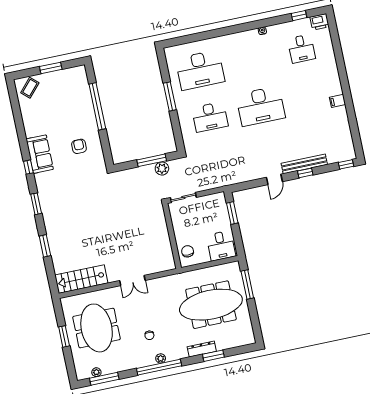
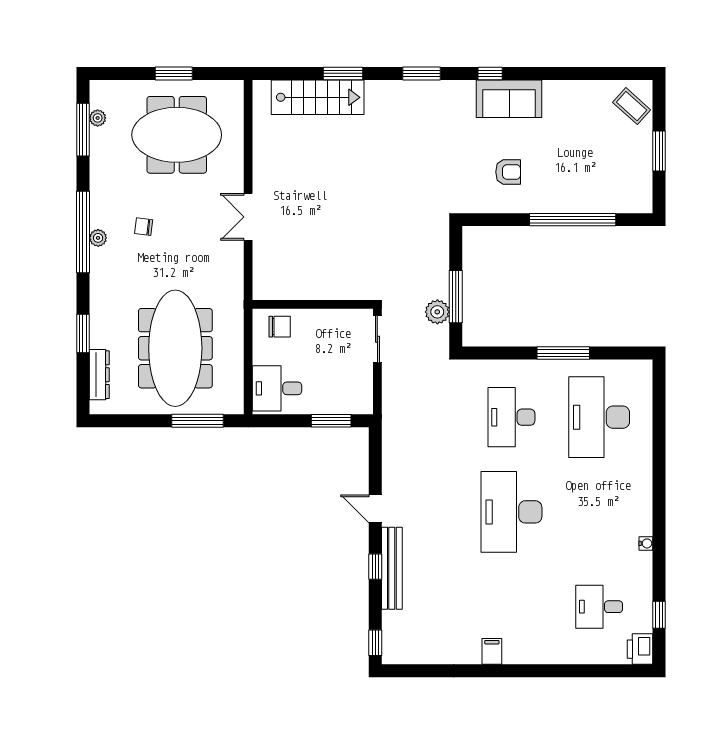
stairs: (81, 279) -> (318, 97), moved, turned 90
dresser: (202, 349) -> (99, 375), moved

